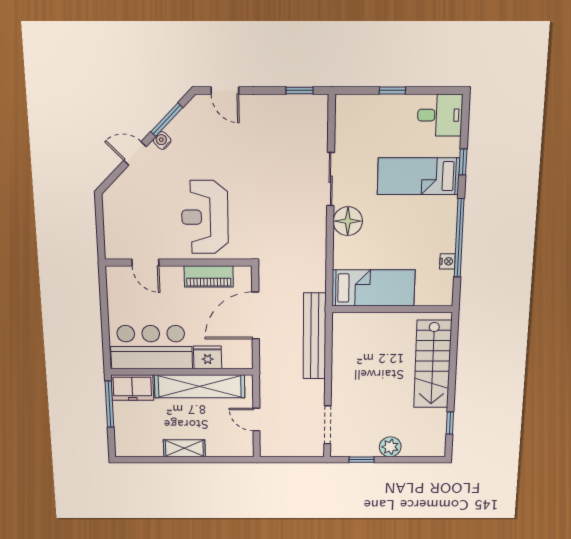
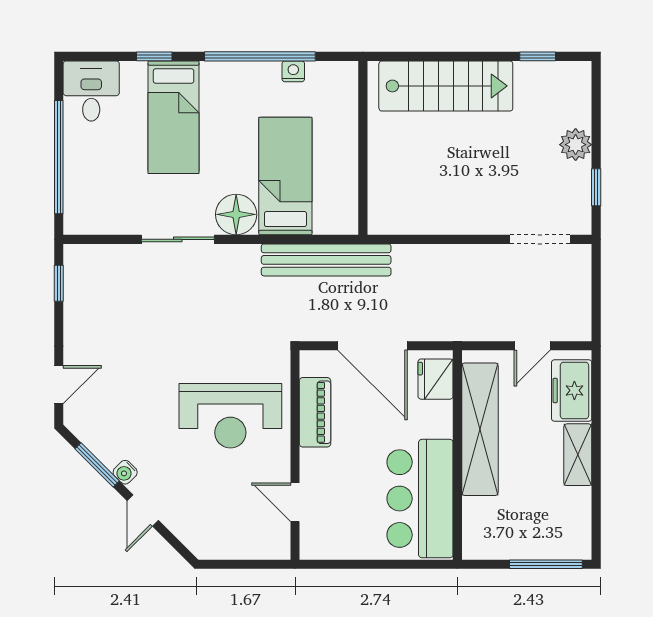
window: (392, 90) -> (59, 157), width x3.17
door: (145, 263) -> (295, 502), swing flipped
bed: (373, 288) -> (285, 176), moved
bench: (315, 336) -> (326, 260), moved
fridge: (208, 357) -> (436, 379), moved
freezer: (132, 388) -> (572, 390), moved, turned 180
window: (109, 404) -> (546, 564), moved

